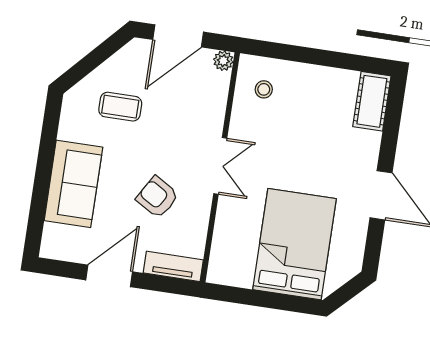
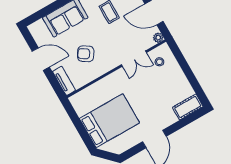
double door: (220, 166) -> (134, 59), moved
armchair: (157, 197) -> (86, 54), turned -88

